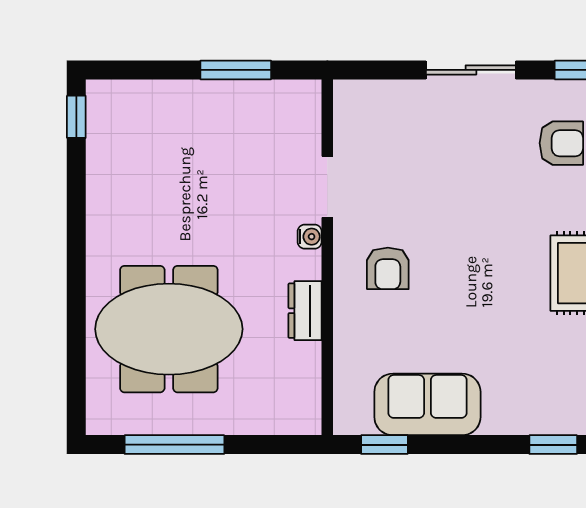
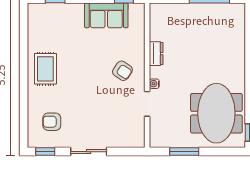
armchair: (388, 268) -> (122, 71), turned 124
meeting table: (169, 329) -> (216, 113), moved, turned 90

